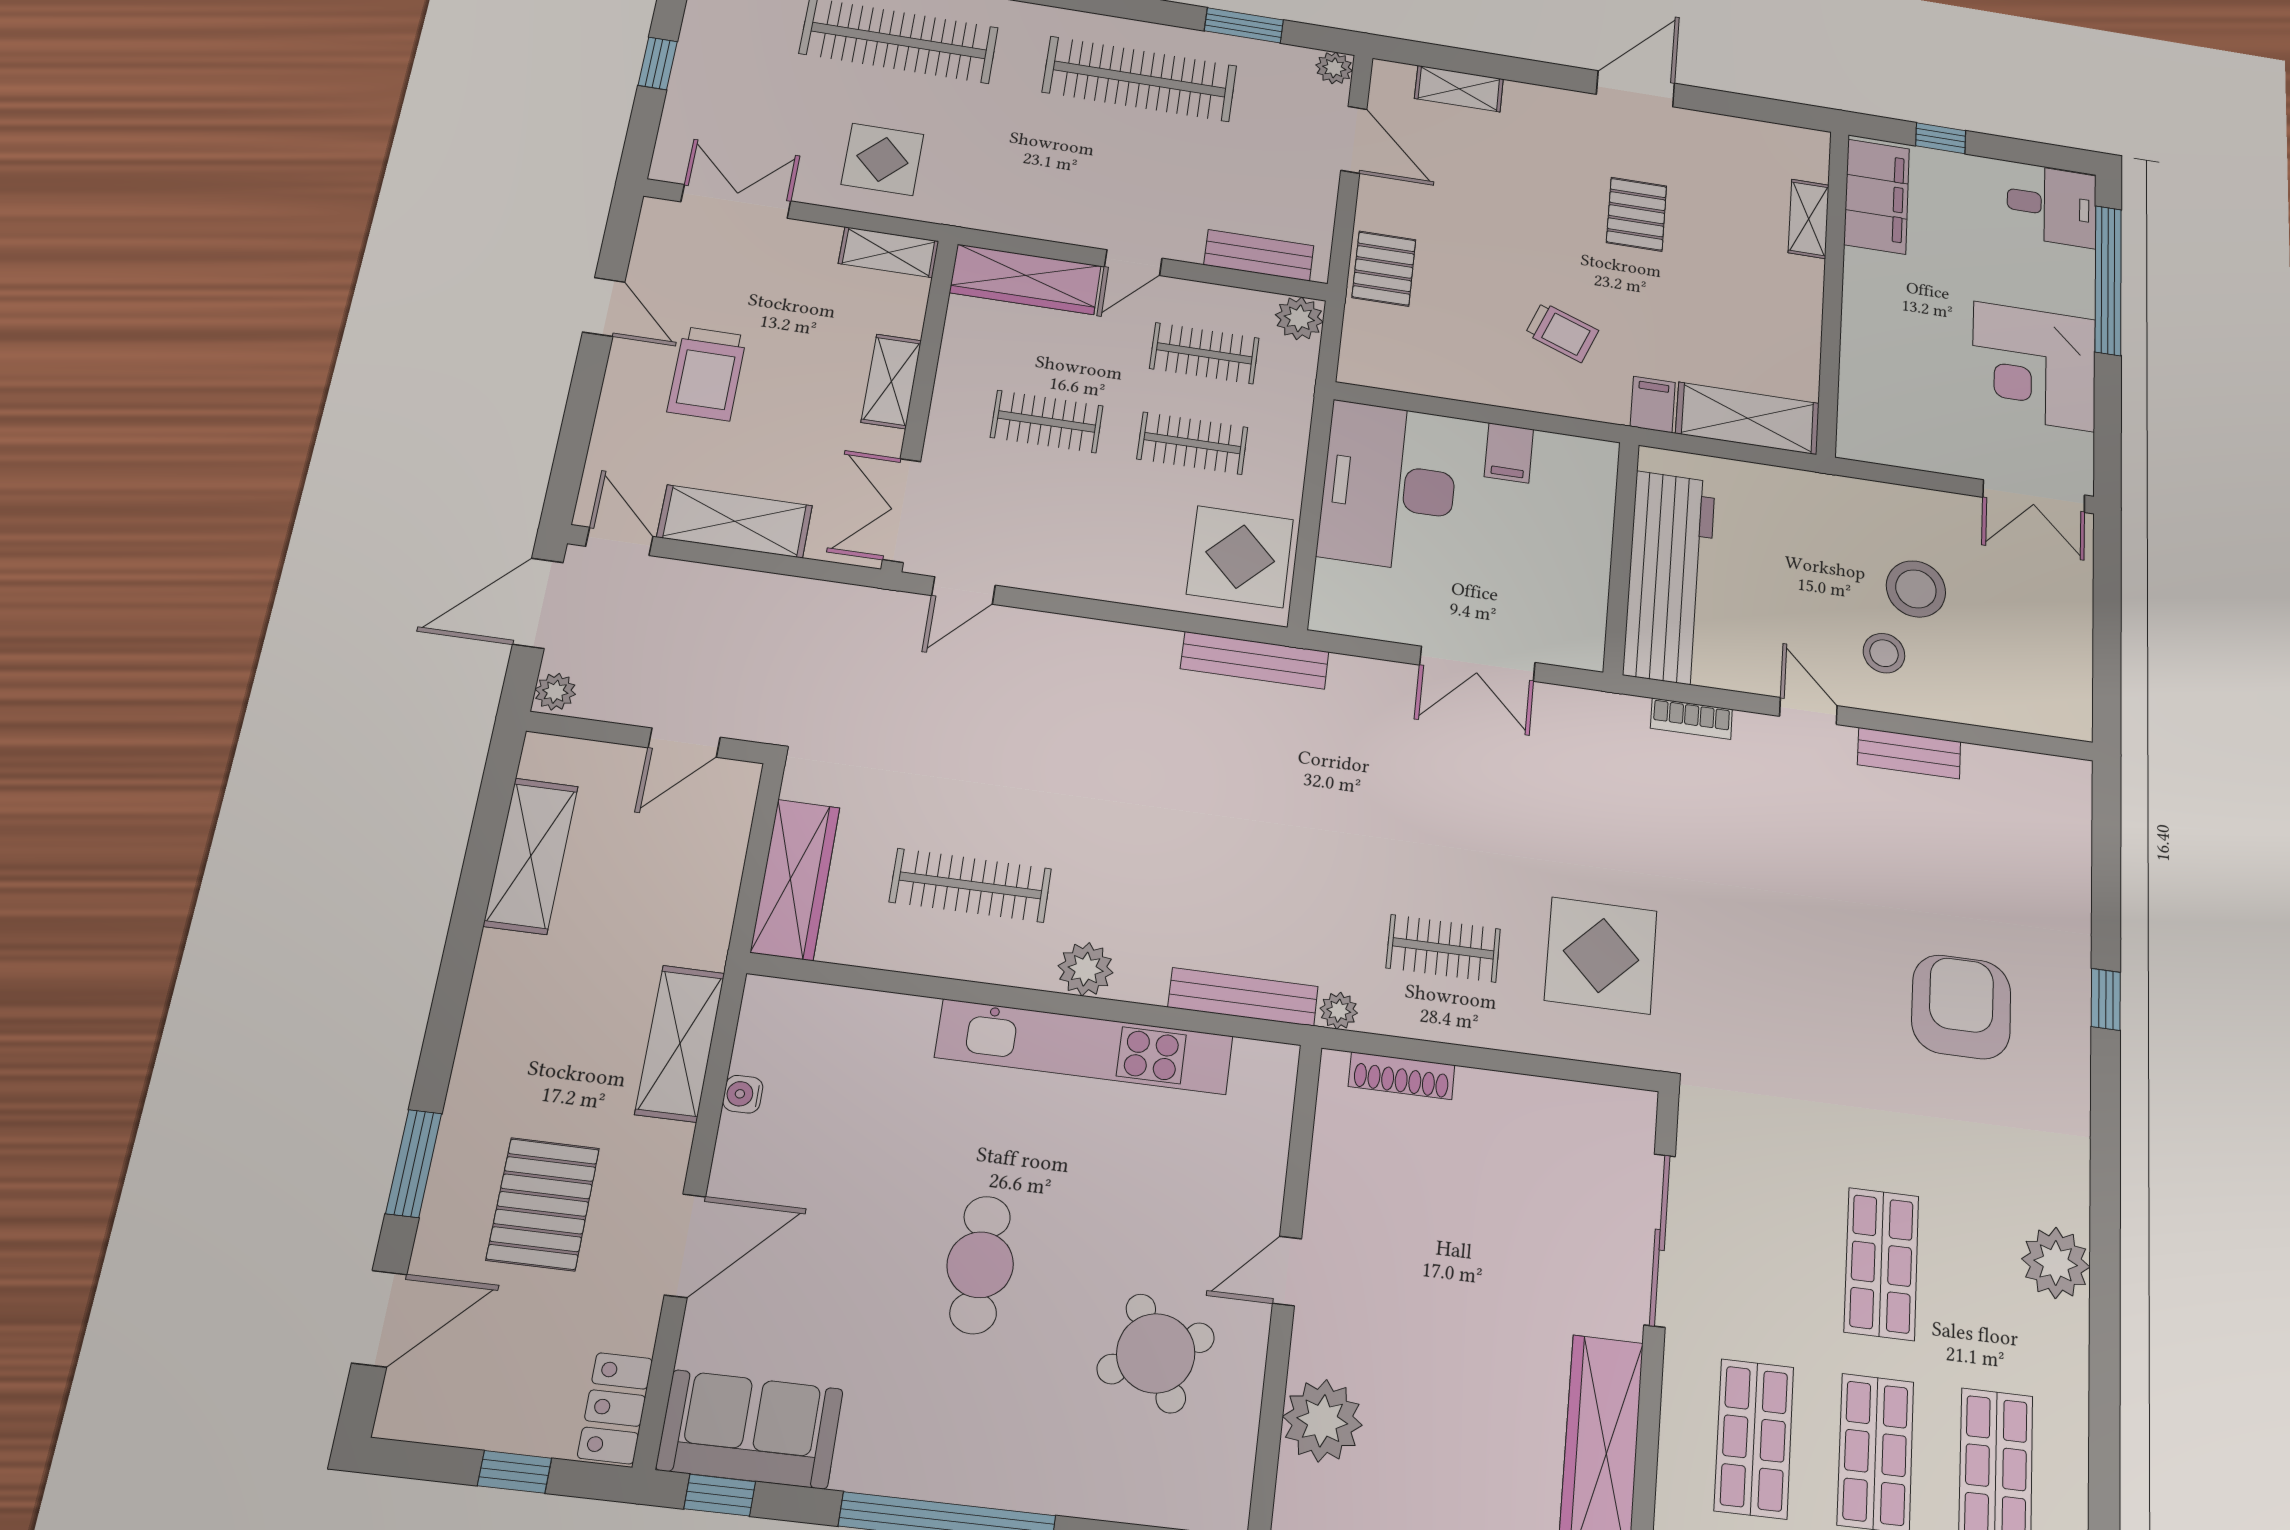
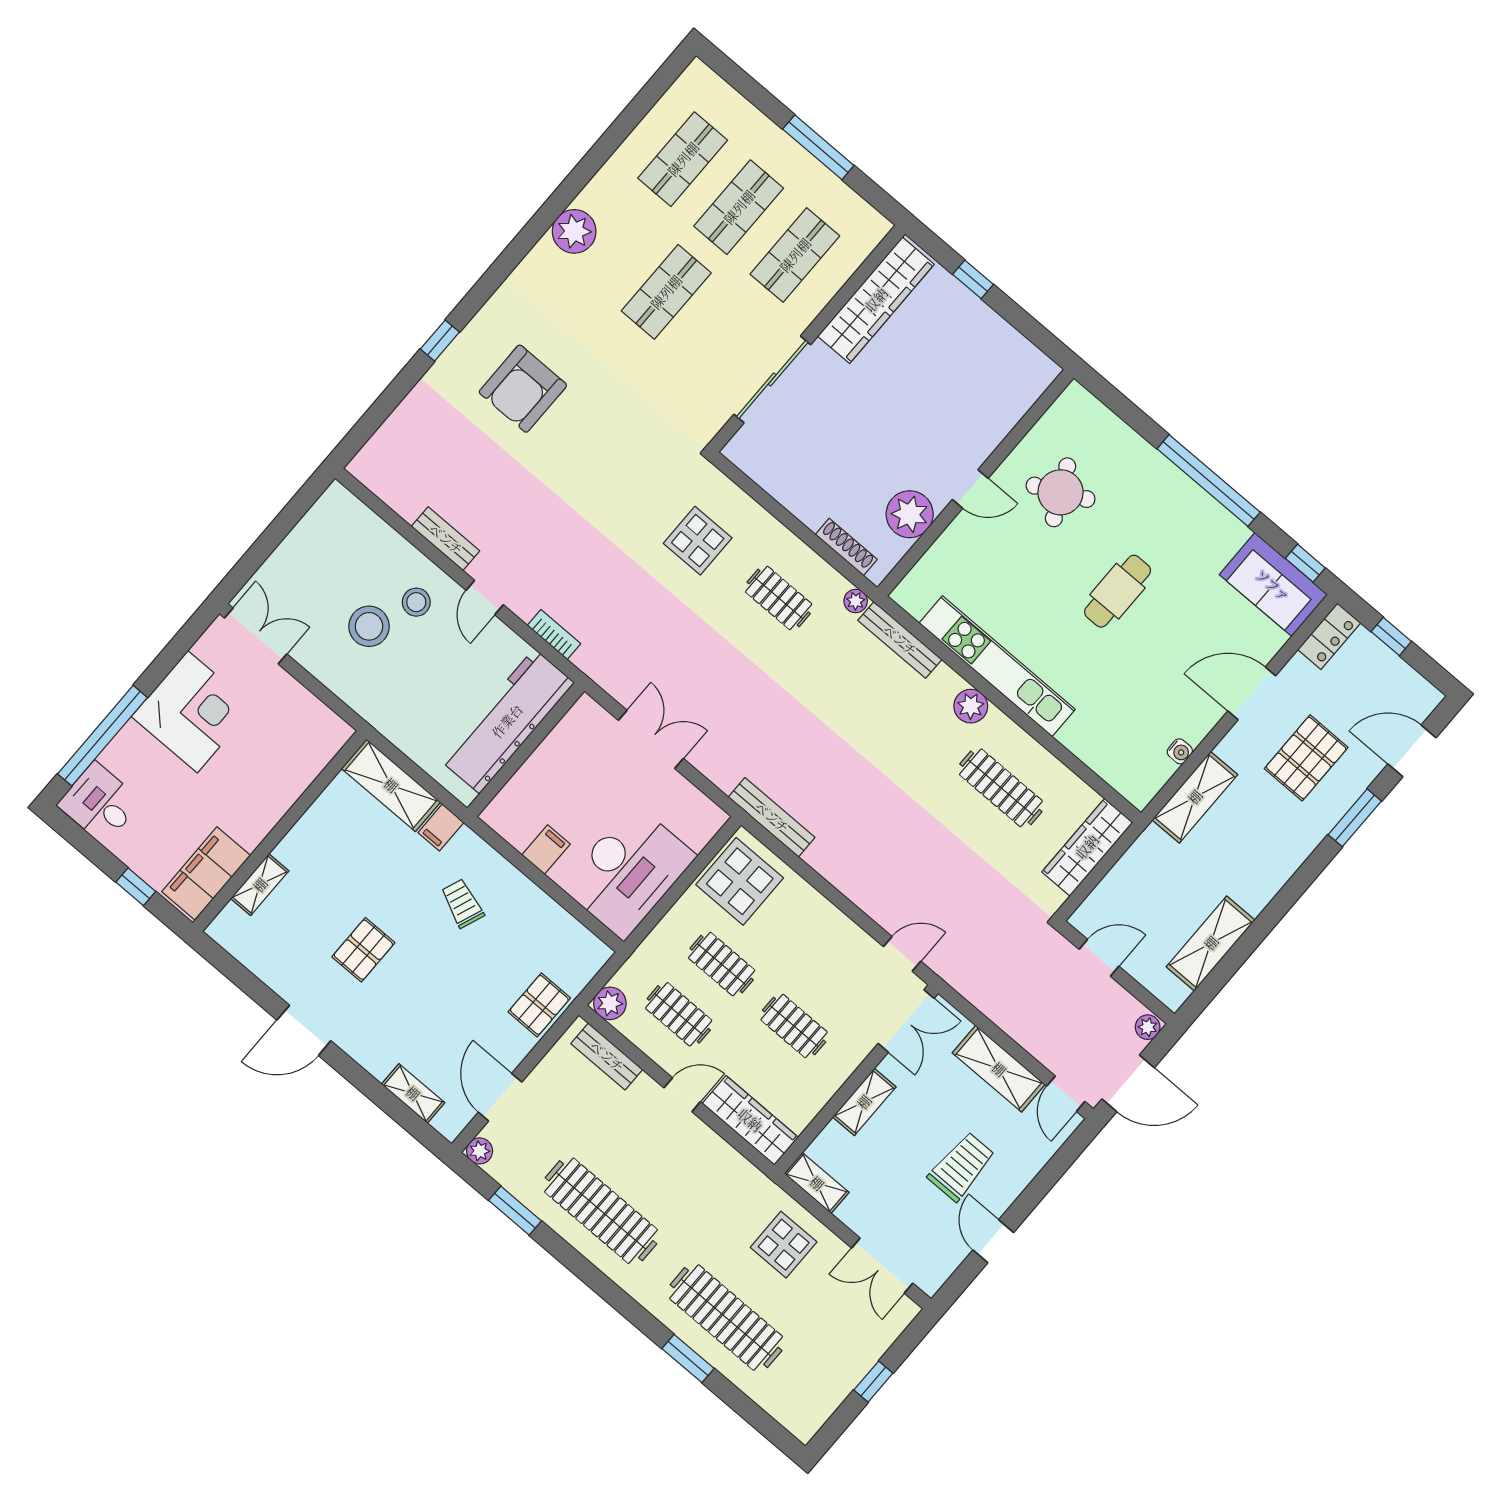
display table: (1601, 955) -> (698, 541), width x0.73, depth x0.73
plant: (1322, 1421) -> (910, 514), moved

